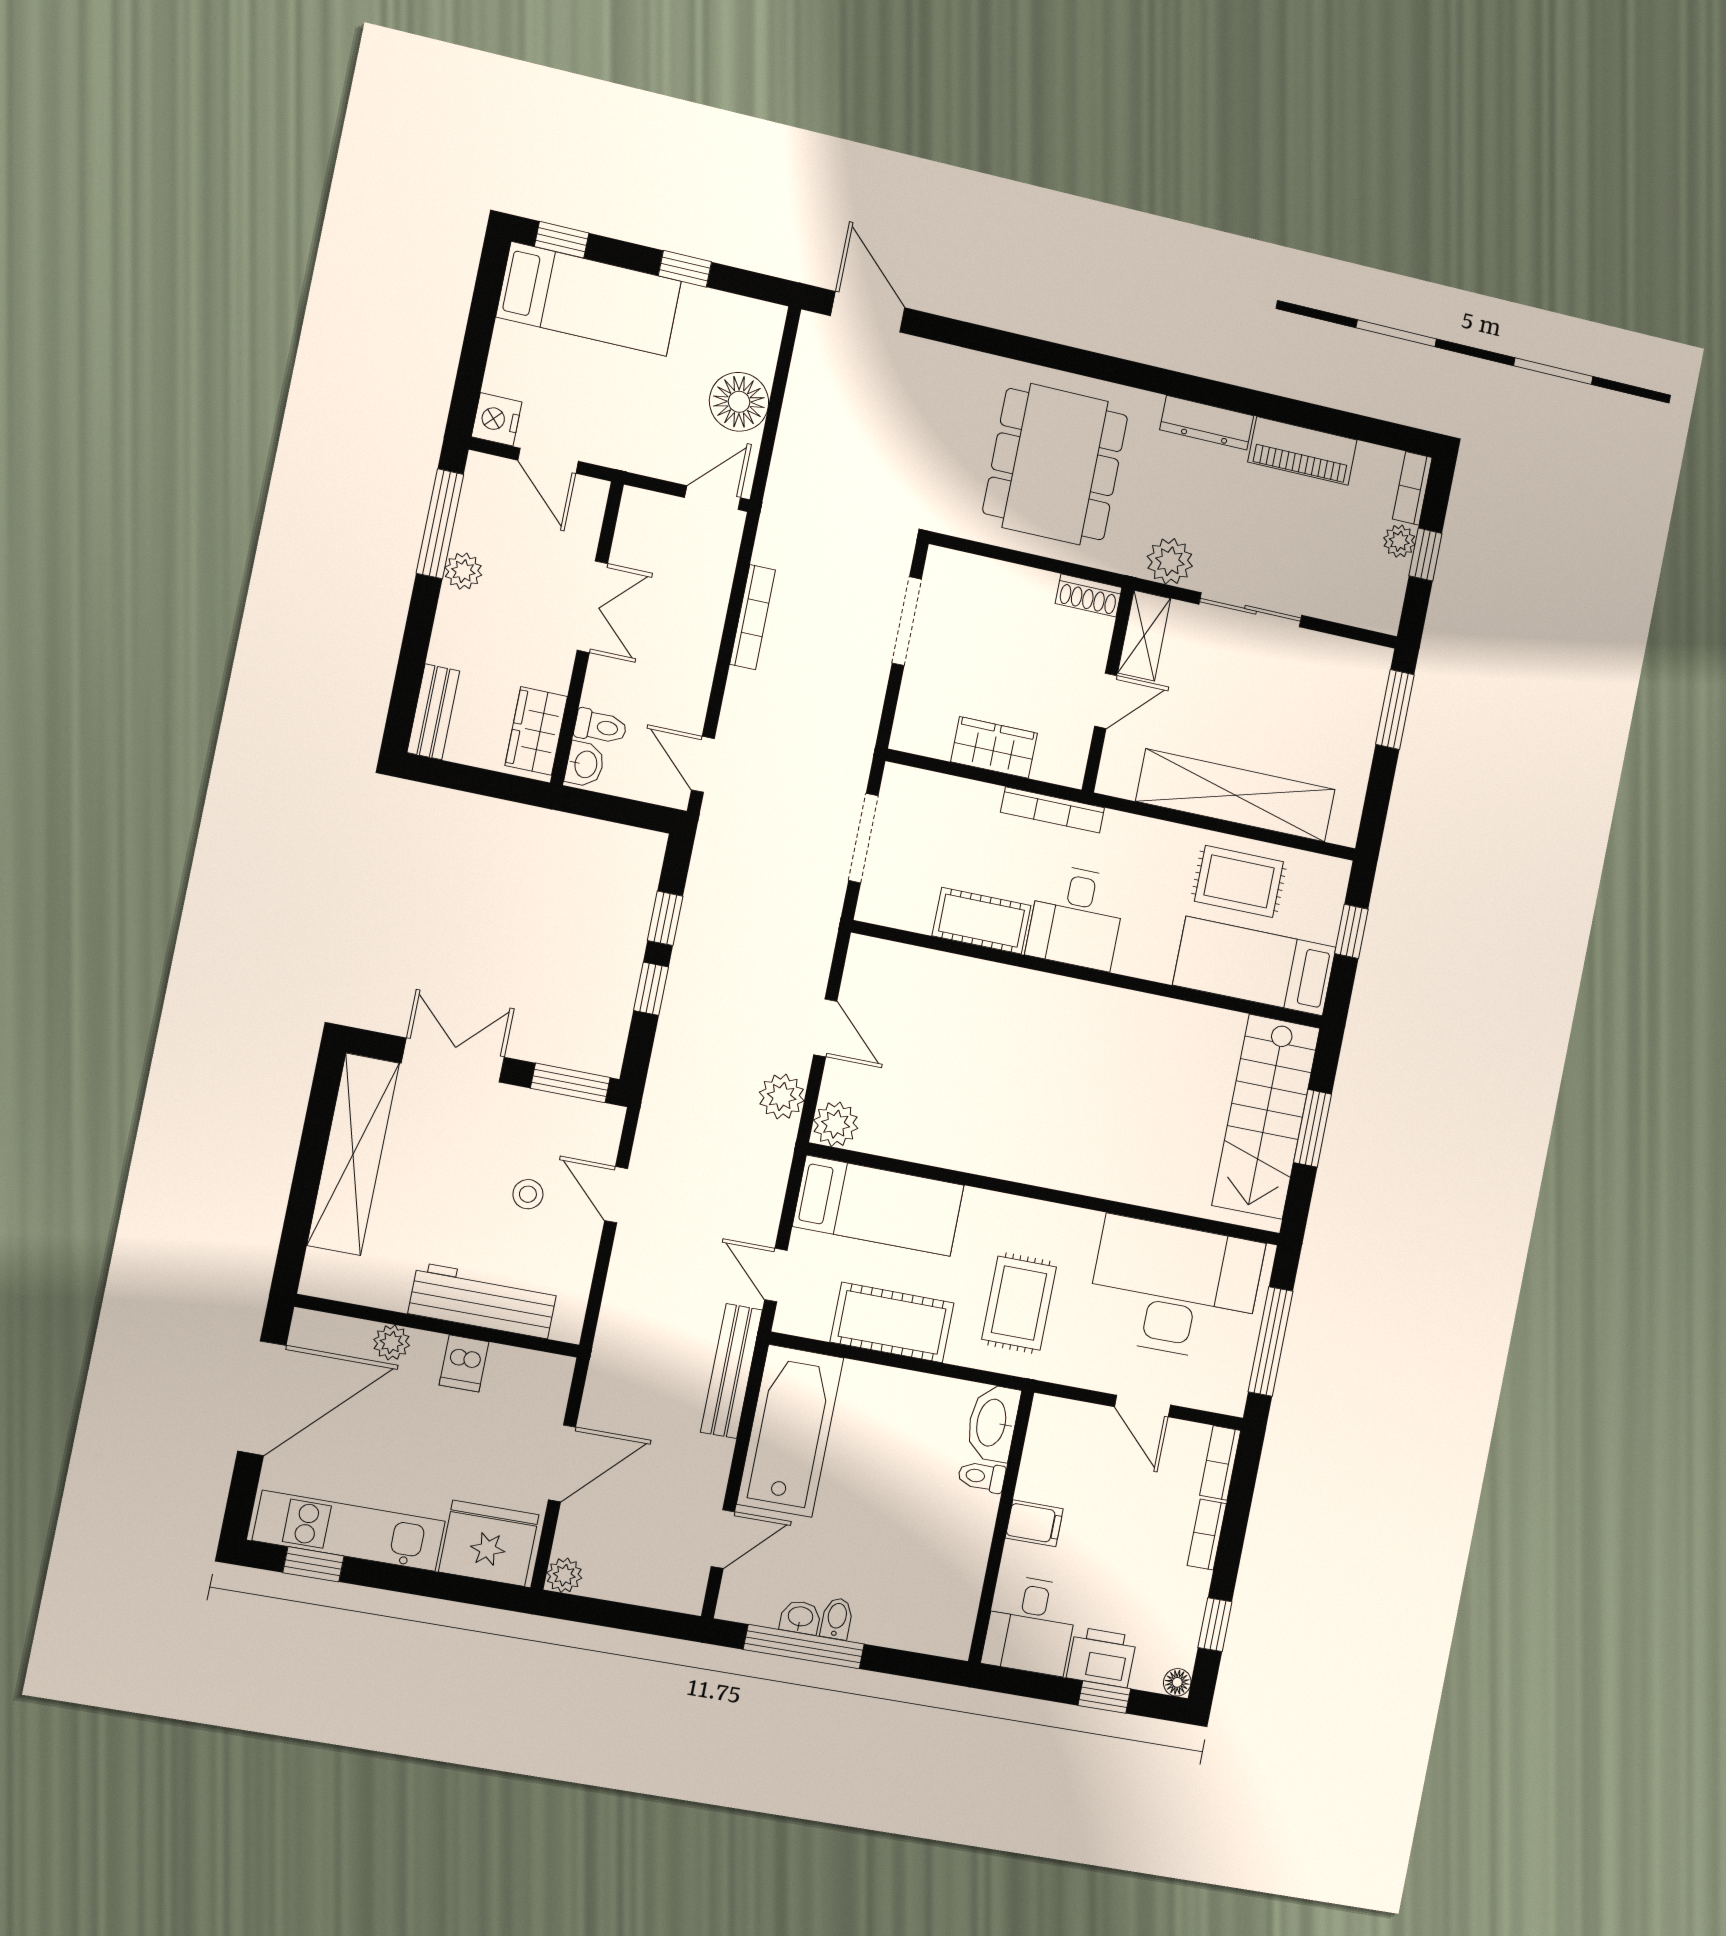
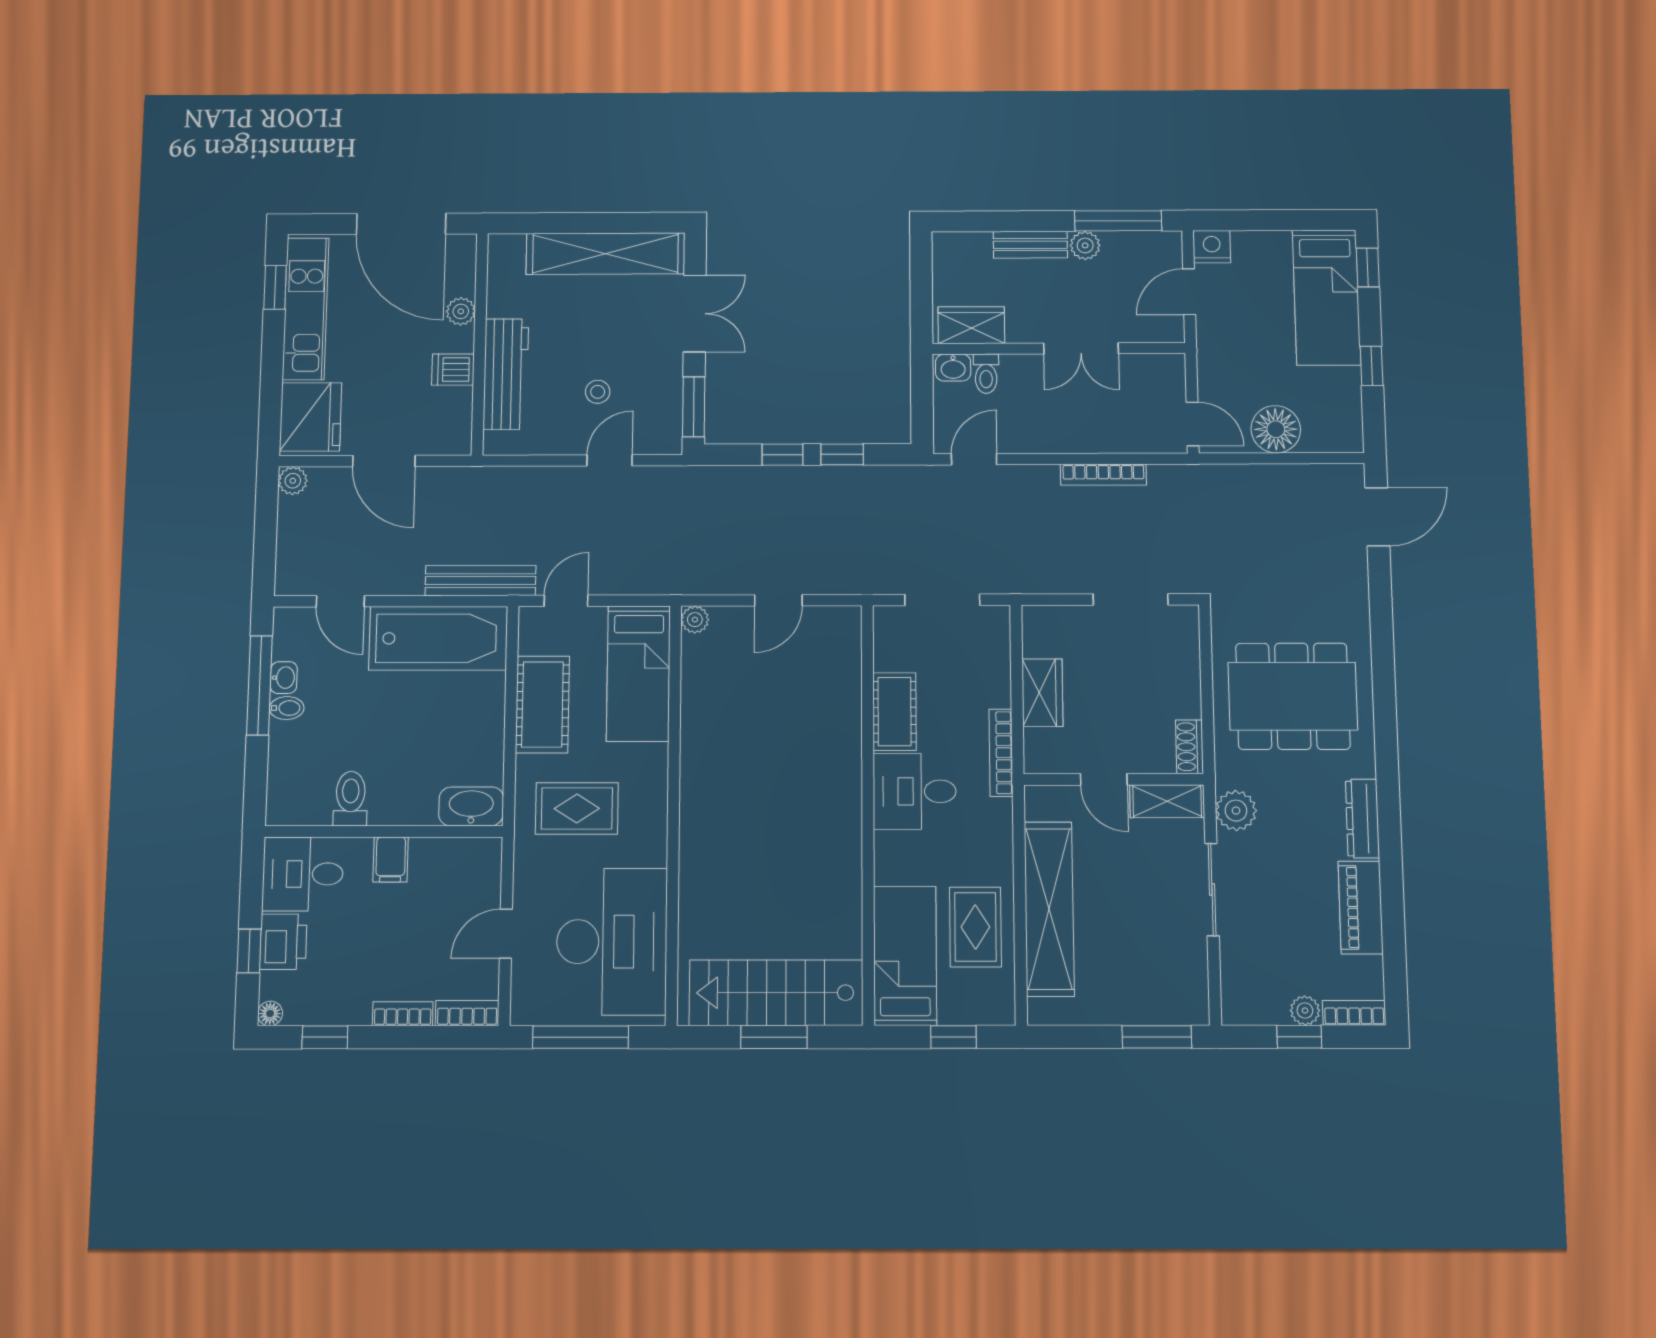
bench: (433, 712) -> (1030, 245), moved
plant: (782, 1097) -> (715, 576), removed
plant: (836, 1124) -> (695, 620), width x0.73, depth x0.73
toilet: (982, 1477) -> (351, 799), moved, width x1.37, depth x1.39

